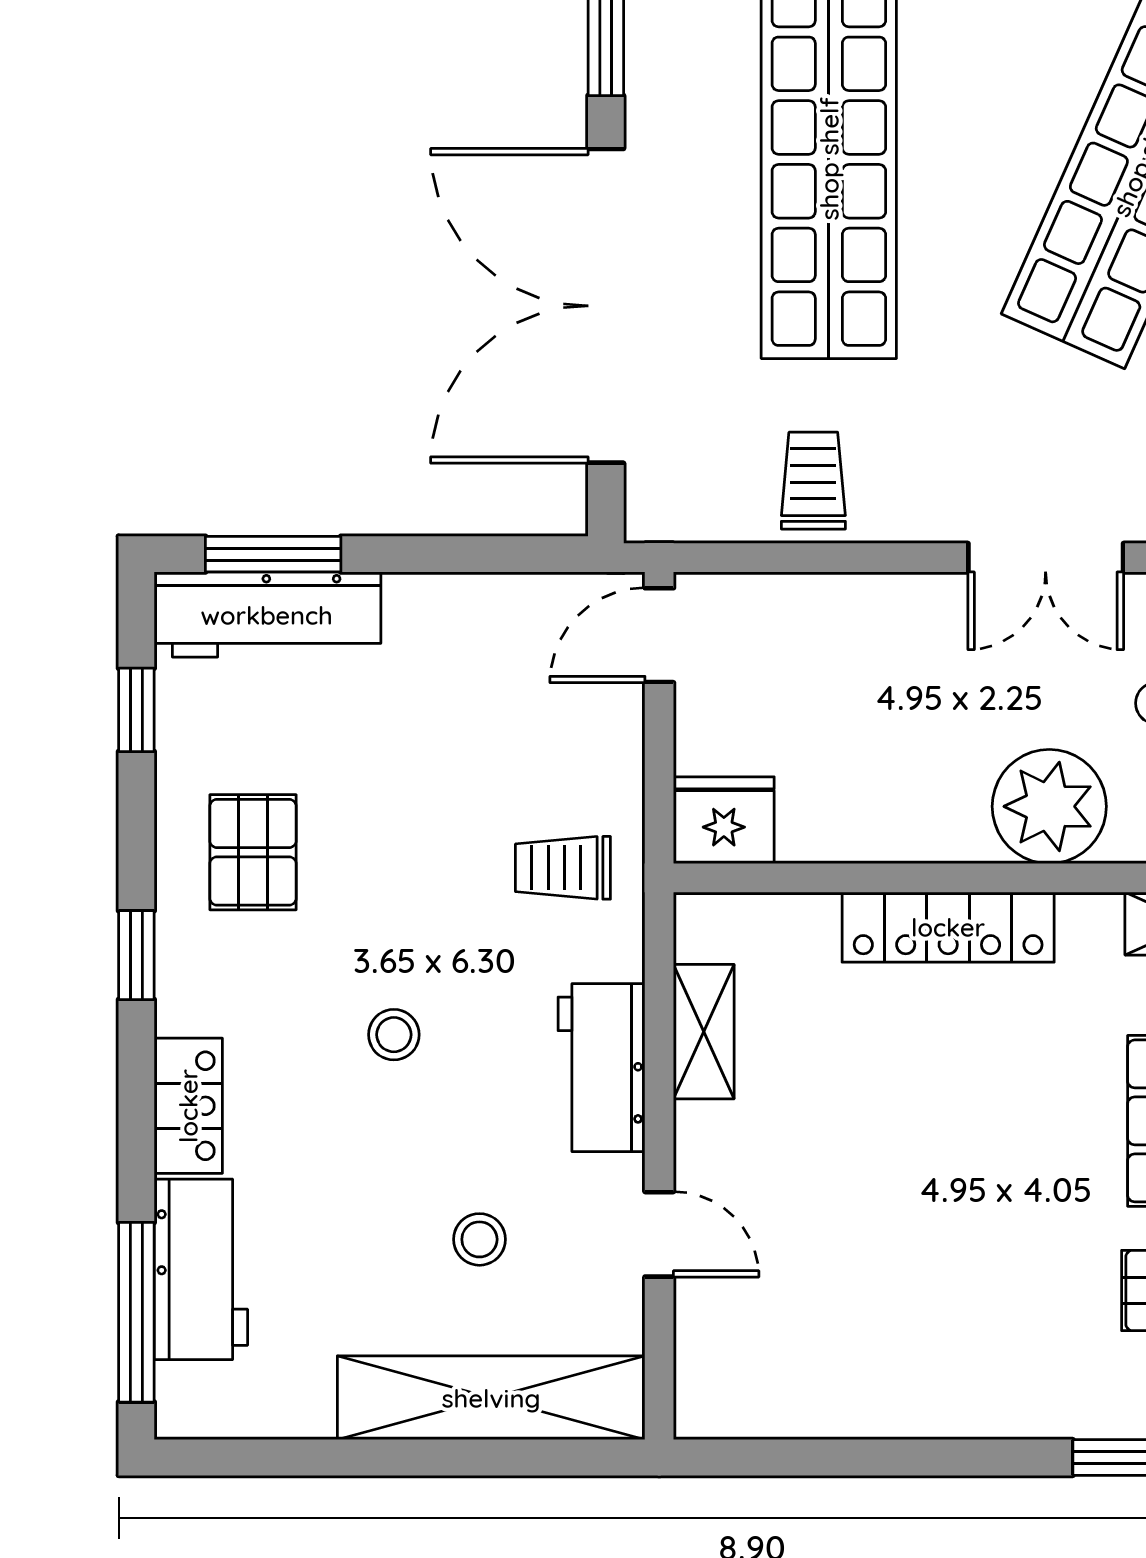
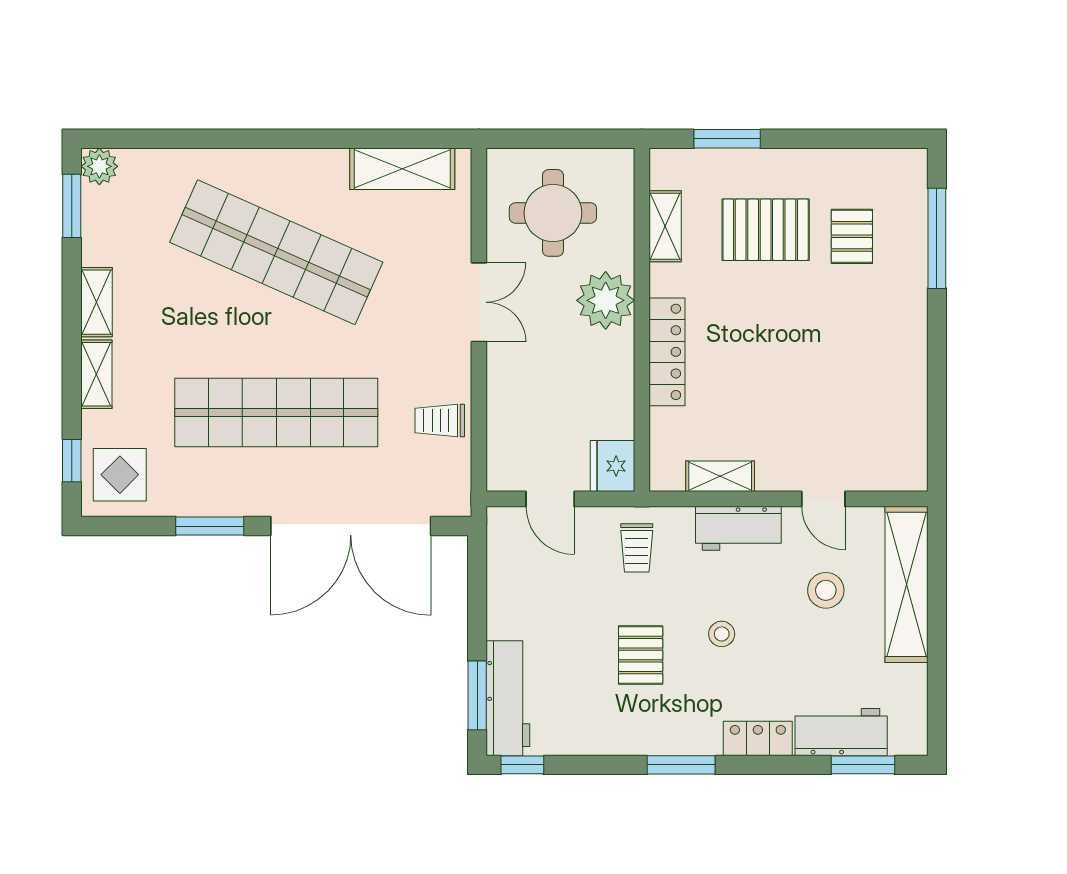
door: (659, 635) -> (550, 499), moved
window: (136, 710) -> (522, 765), moved
pallet: (253, 852) -> (641, 655), moved, turned 90
window: (136, 955) -> (681, 765), width x1.50
door: (659, 1234) -> (823, 499), swing flipped
stool: (479, 1239) -> (826, 590), width x1.37, depth x1.37
window: (136, 1312) -> (863, 765), width x0.69

